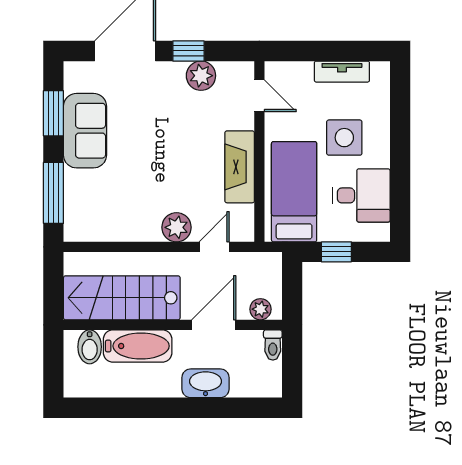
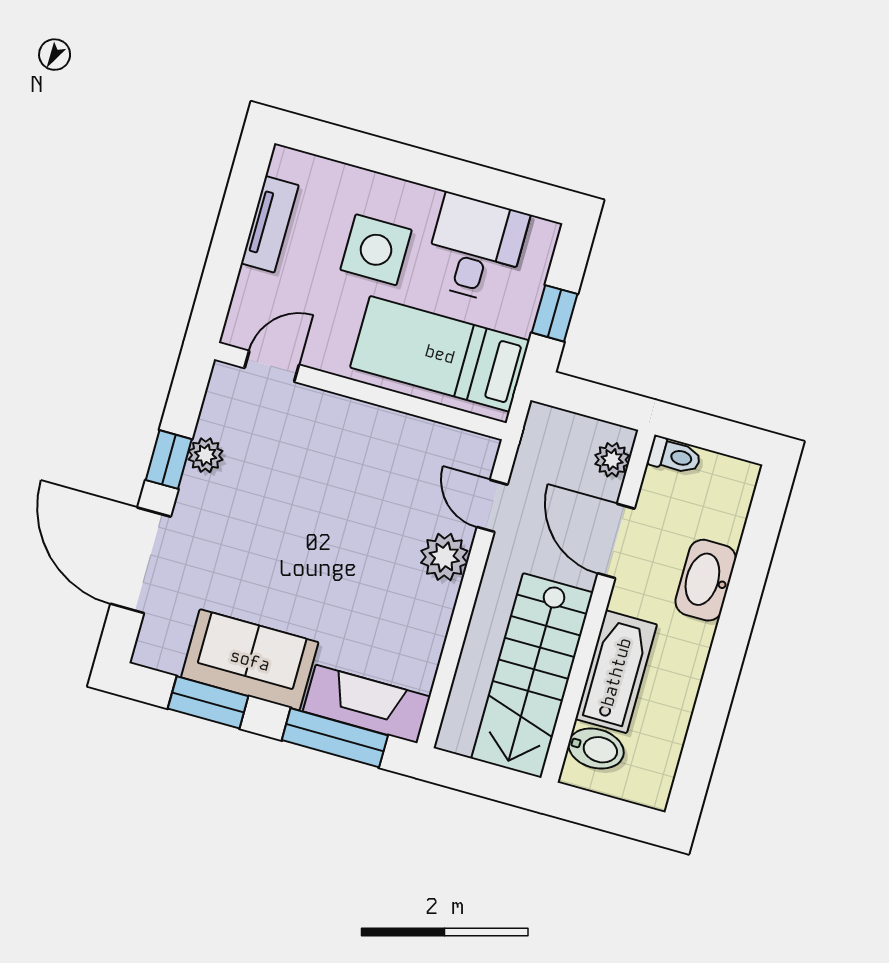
plant: (201, 76) -> (206, 455), width x0.73, depth x0.73
fireplace: (240, 167) -> (366, 704), moved, turned 180

